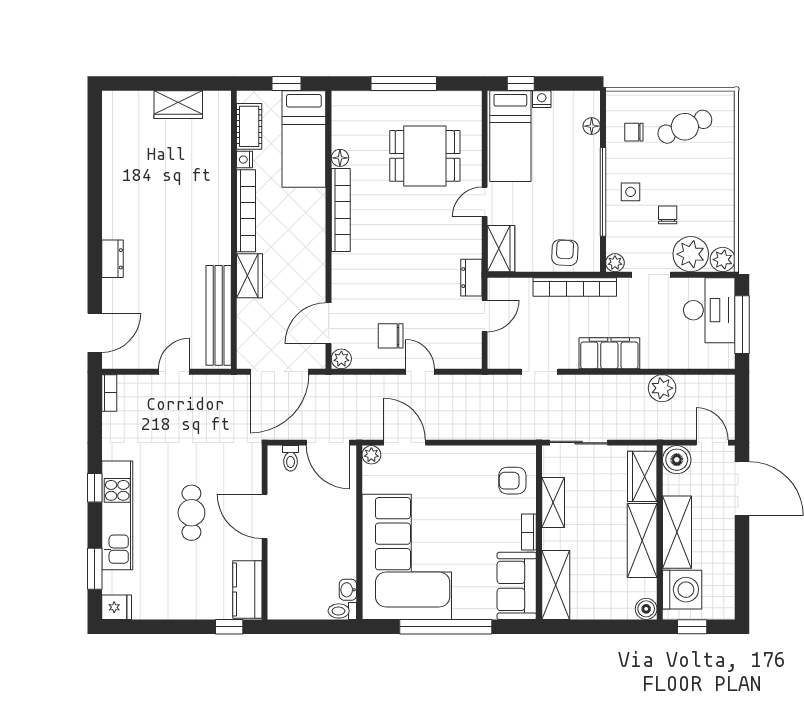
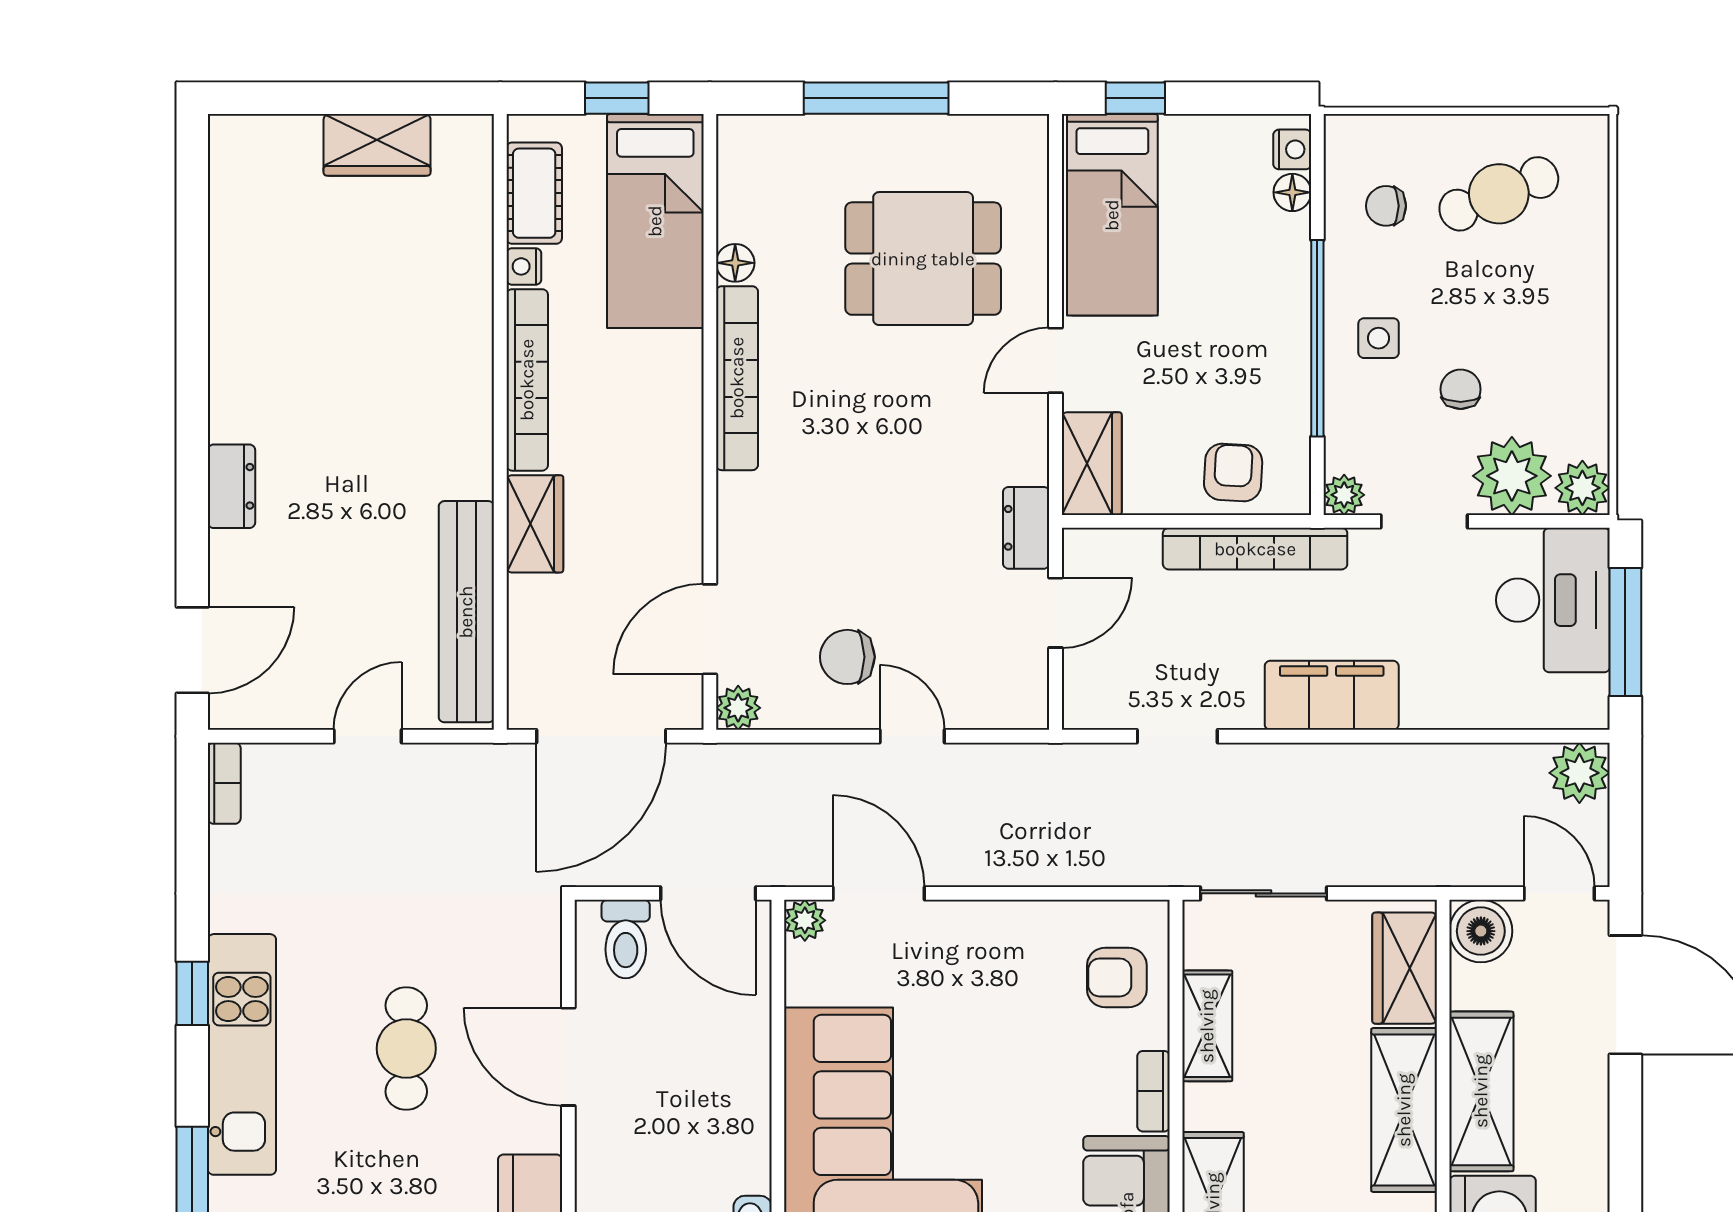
nightstand: (542, 99) -> (1292, 149), moved, turned 90
plant: (662, 388) -> (1579, 773), moved
toilet: (291, 458) -> (626, 939), width x1.37, depth x1.39

